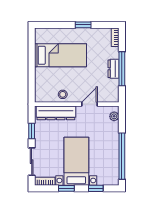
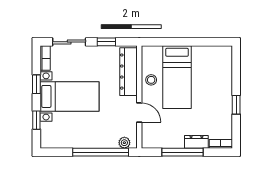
bed: (60, 55) -> (177, 77), moved
dresser: (113, 69) -> (196, 142), moved
window: (122, 156) -> (101, 152), moved

